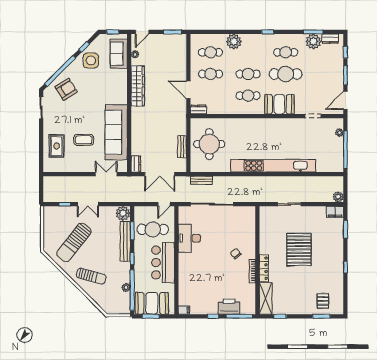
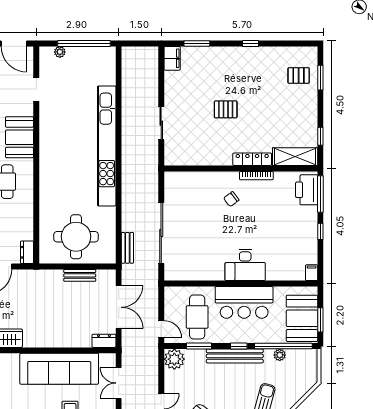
plant: (338, 197) -> (151, 54), removed
door: (164, 204) -> (161, 329), moved
desk: (189, 238) -> (245, 265), moved
bench: (125, 241) -> (235, 356), moved
pallet: (299, 250) -> (226, 109), width x0.49, depth x0.50
printer: (229, 307) -> (307, 190), moved

